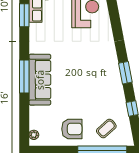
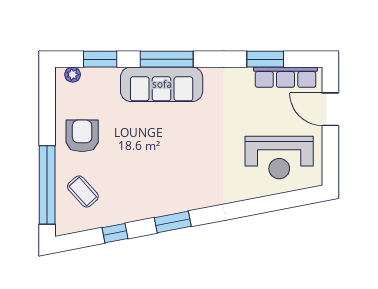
window: (24, 118) -> (100, 59), added
armchair: (72, 129) -> (82, 136), turned 180

